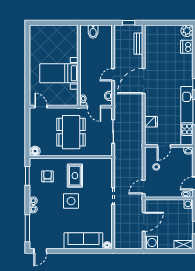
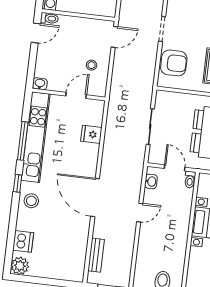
stool: (185, 74) -> (31, 201), added
door: (144, 81) -> (95, 198), swing flipped
armchair: (103, 175) -> (174, 63), added

